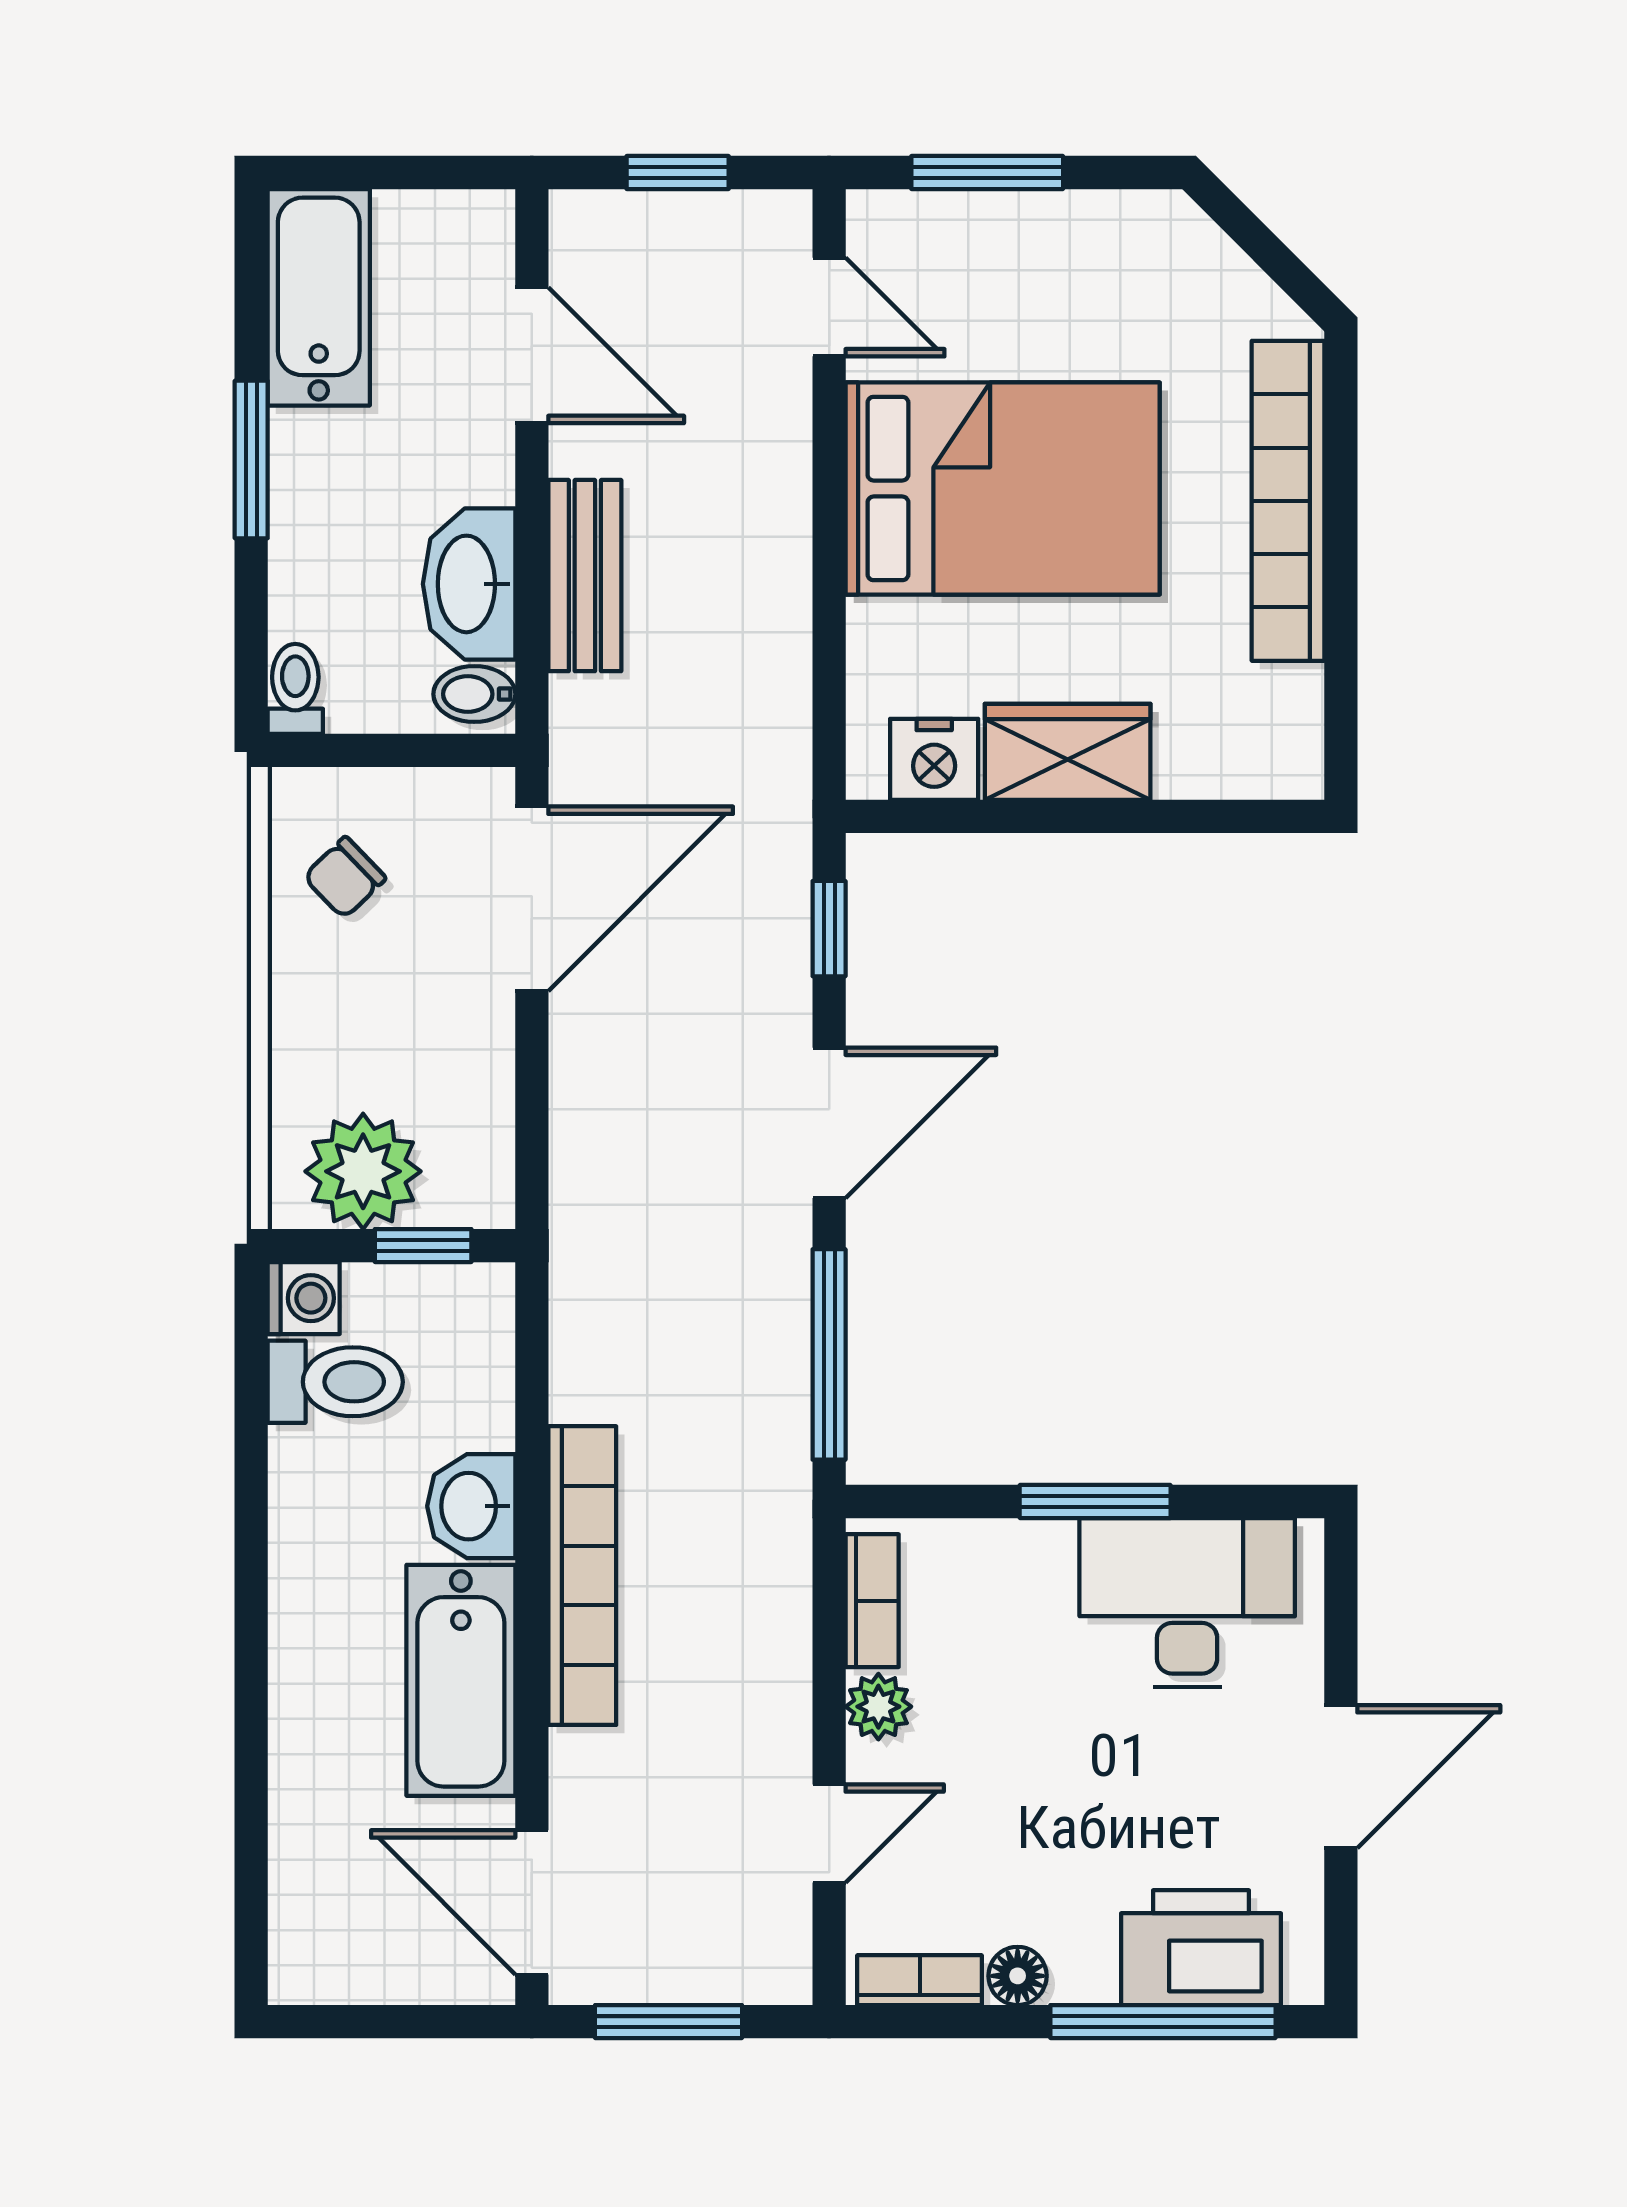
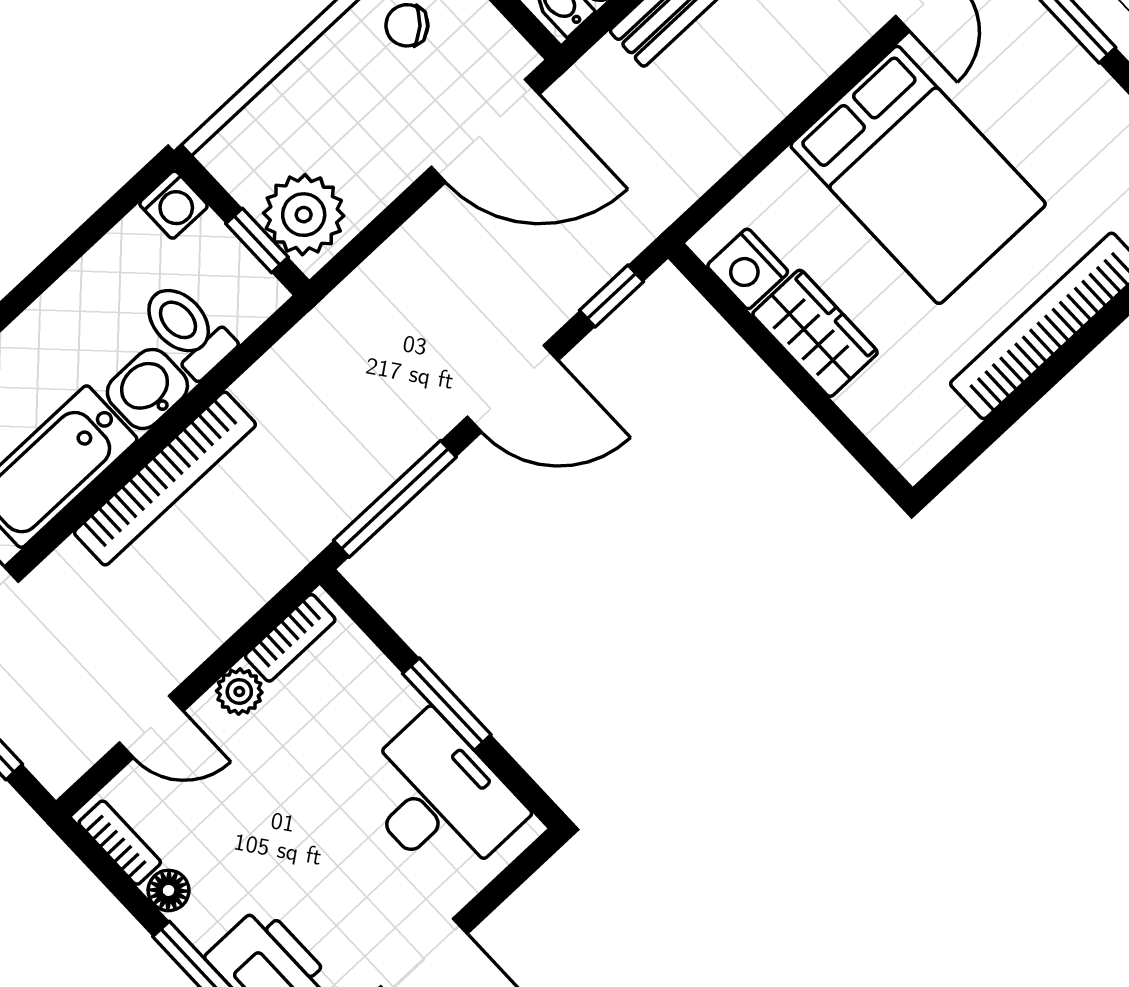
plant: (363, 1171) -> (304, 215), moved
toilet: (335, 1382) -> (187, 330), moved, turned 180

